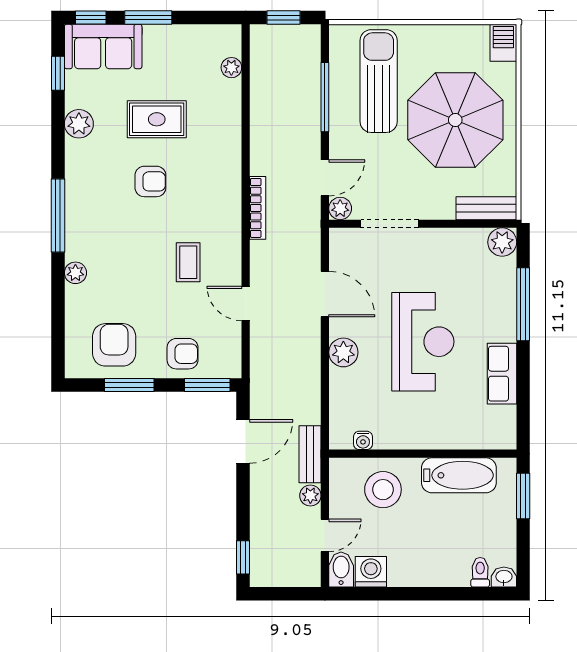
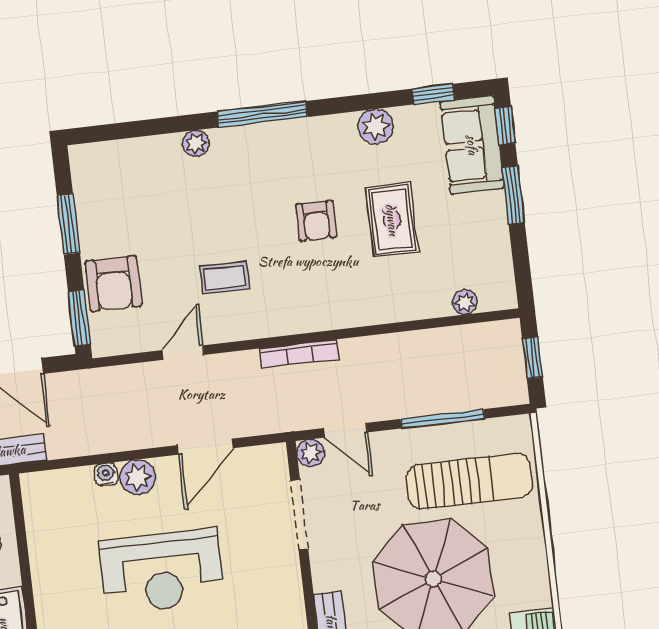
armchair: (114, 345) -> (115, 200), removed
armchair: (183, 354) -> (114, 284), width x1.38, depth x1.38
water cooler: (363, 440) -> (106, 475), moved, turned 90

